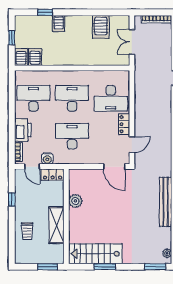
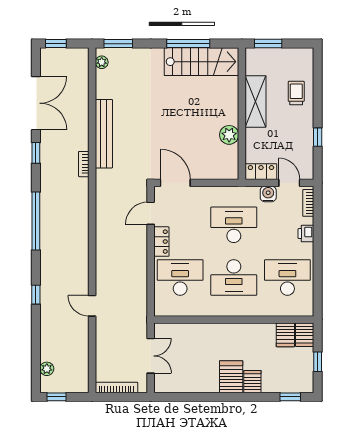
window: (45, 12) -> (290, 397), moved
server rack: (101, 27) -> (231, 377), moved
desk: (33, 98) -> (287, 278), turned 180
printer: (23, 130) -> (306, 234), width x0.53, depth x0.68
desk: (72, 136) -> (234, 225), turned 180
window: (105, 267) -> (188, 44), width x1.44

